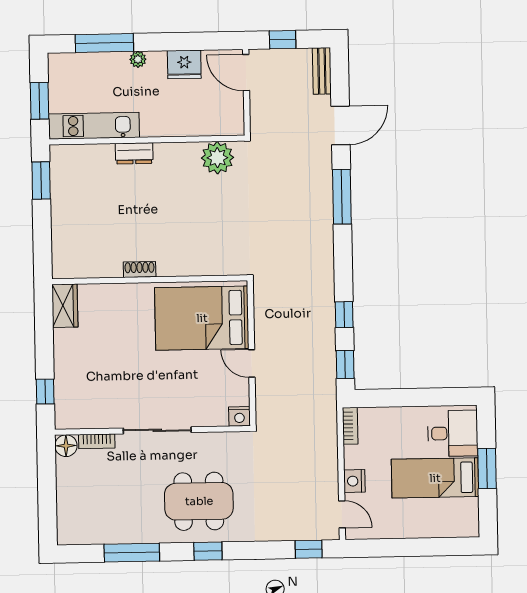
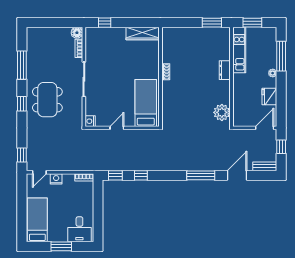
door: (341, 125) -> (237, 175), swing flipped
wardrobe: (65, 306) -> (143, 33), width x1.50
bed: (202, 318) -> (146, 103), width x0.67
bed: (435, 478) -> (37, 220), moved

